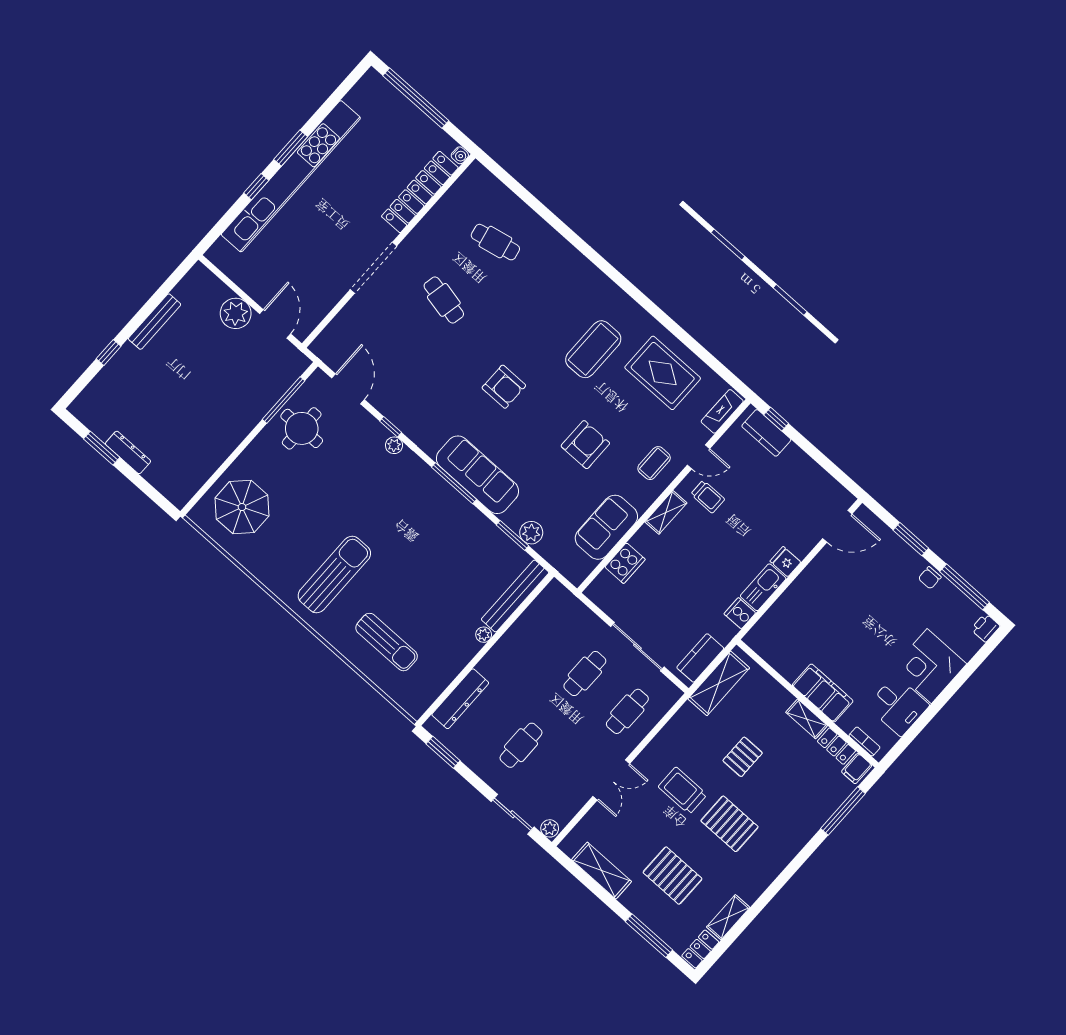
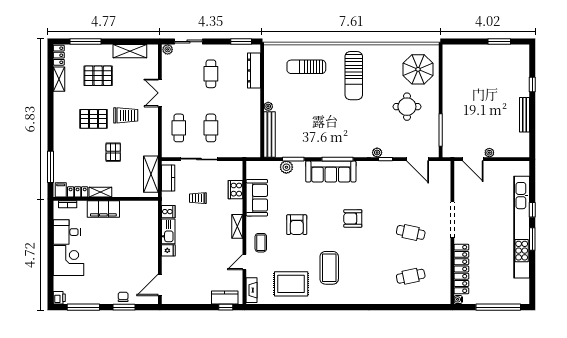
plant: (236, 313) -> (489, 153), width x0.53, depth x0.53
round table: (302, 428) -> (407, 107), moved
dresser: (128, 452) -> (487, 50), removed
trolley: (708, 497) -> (198, 198), moved
chair: (930, 578) -> (123, 297), moved

